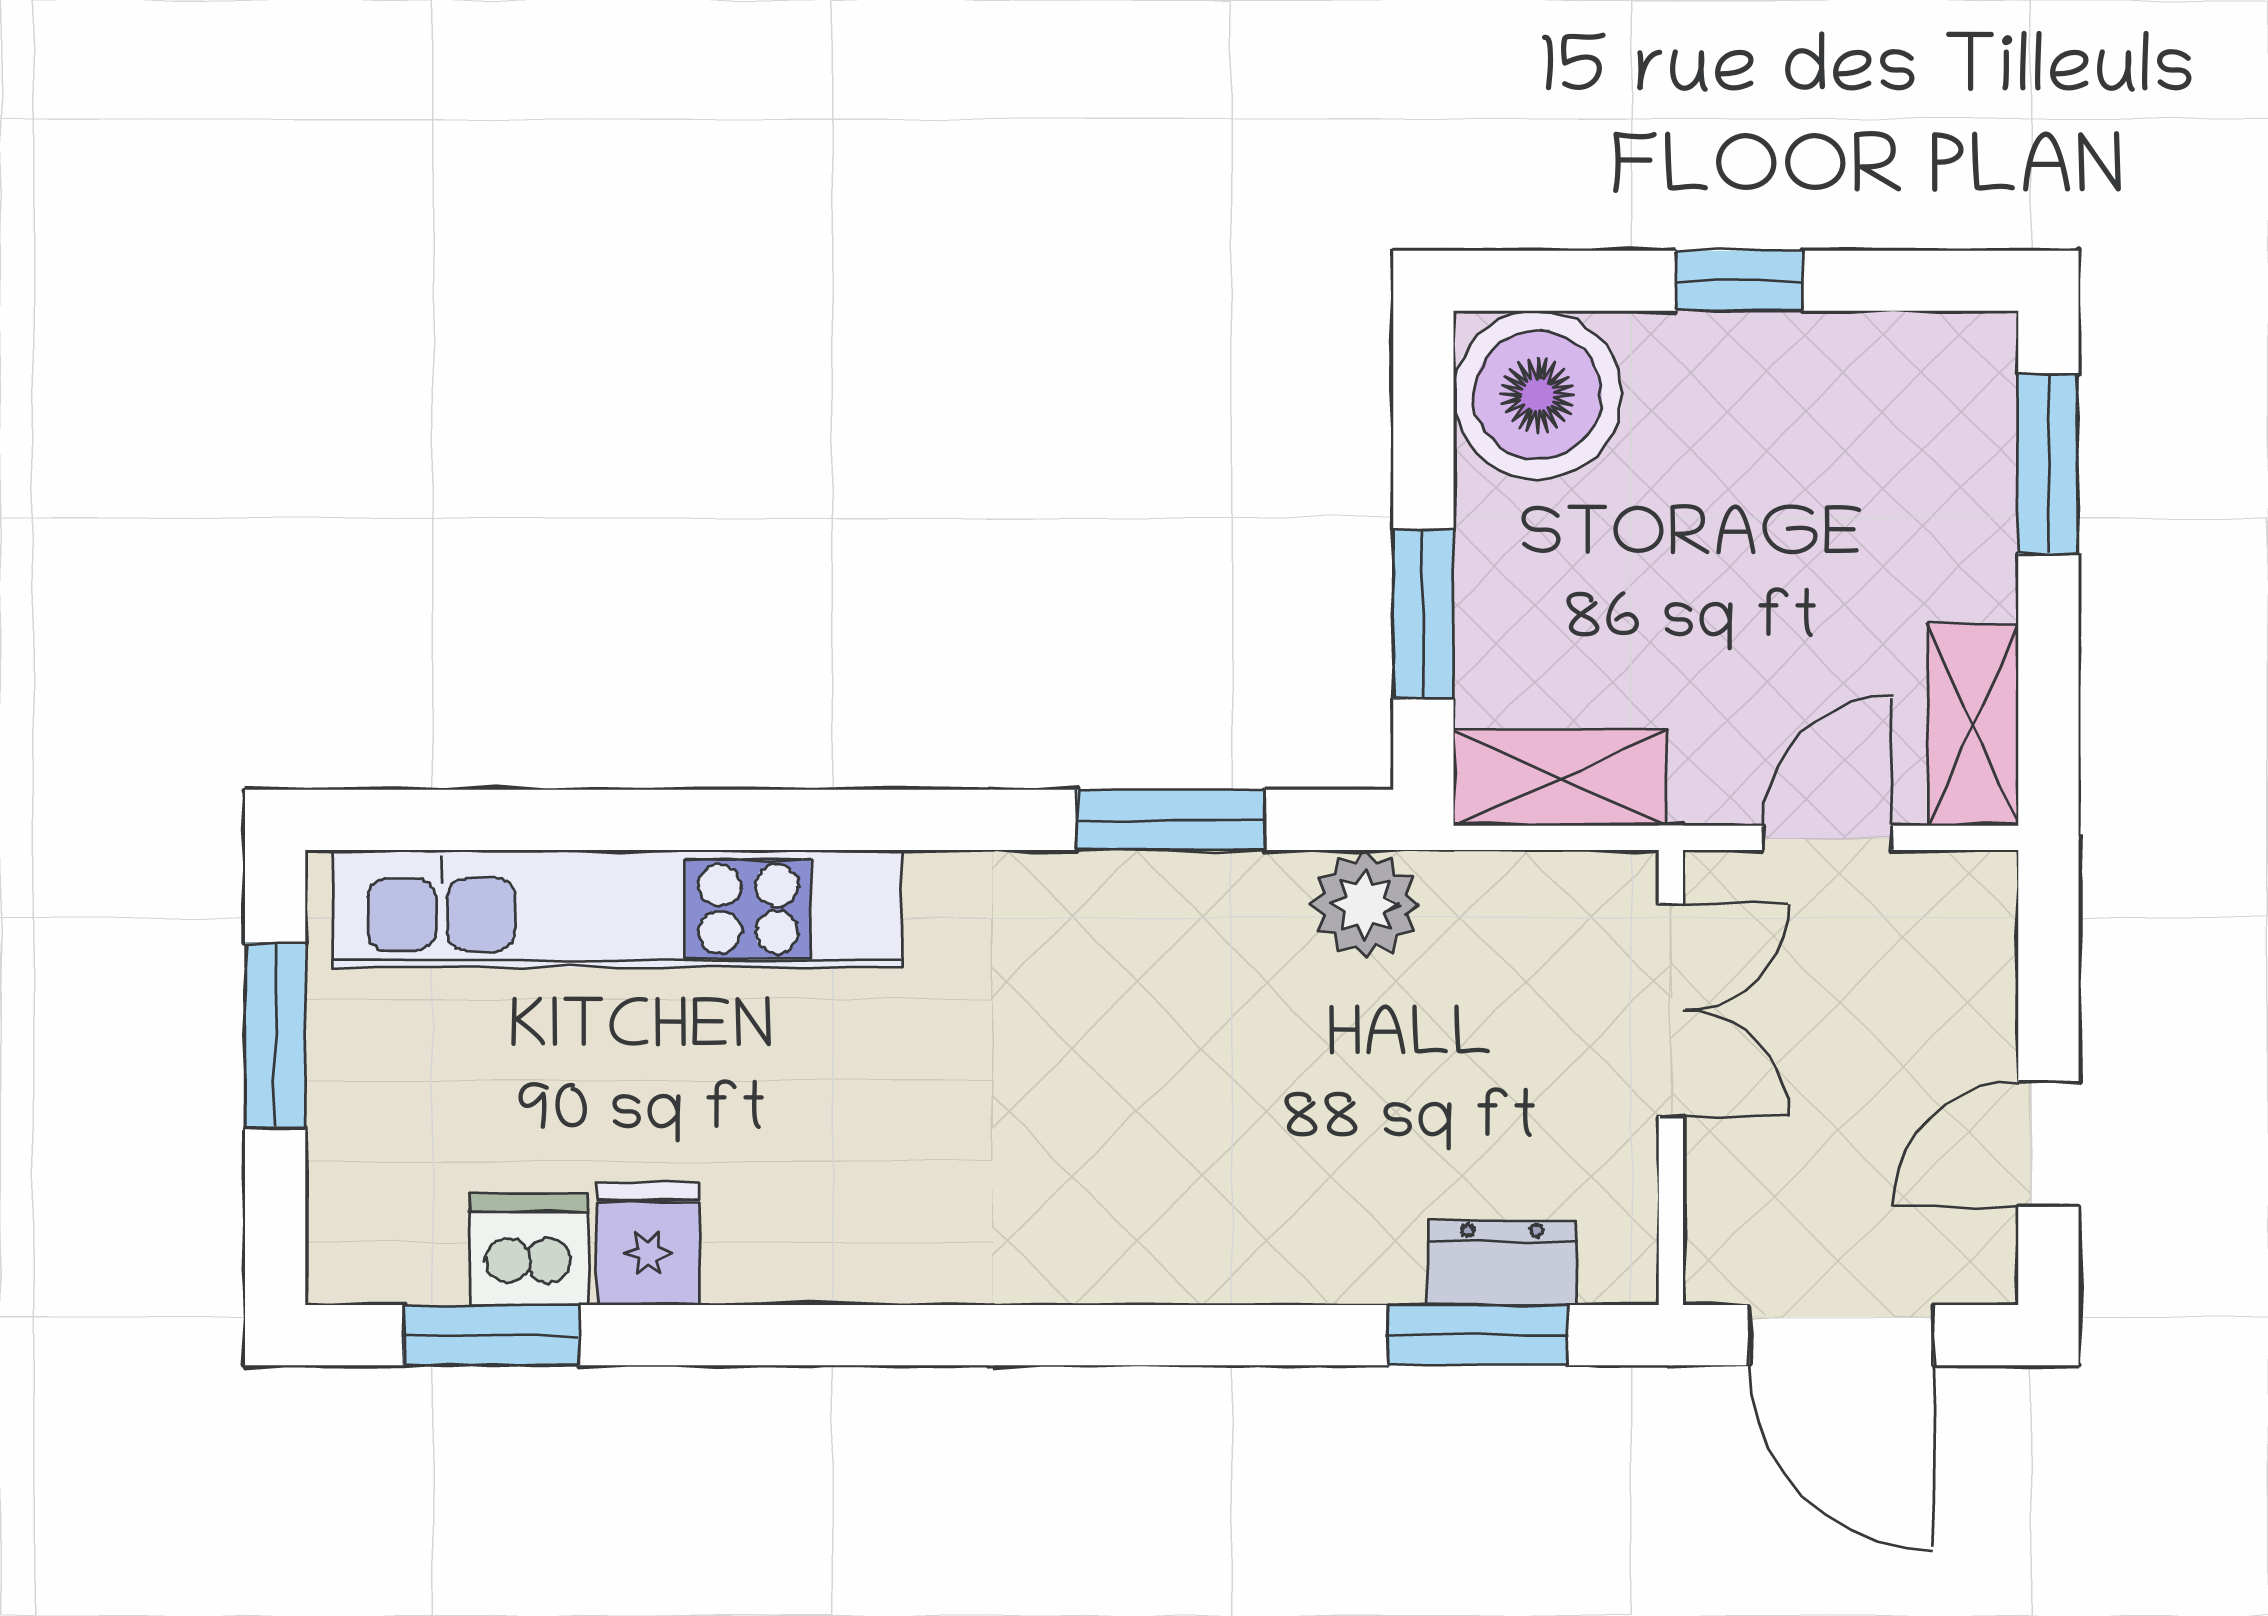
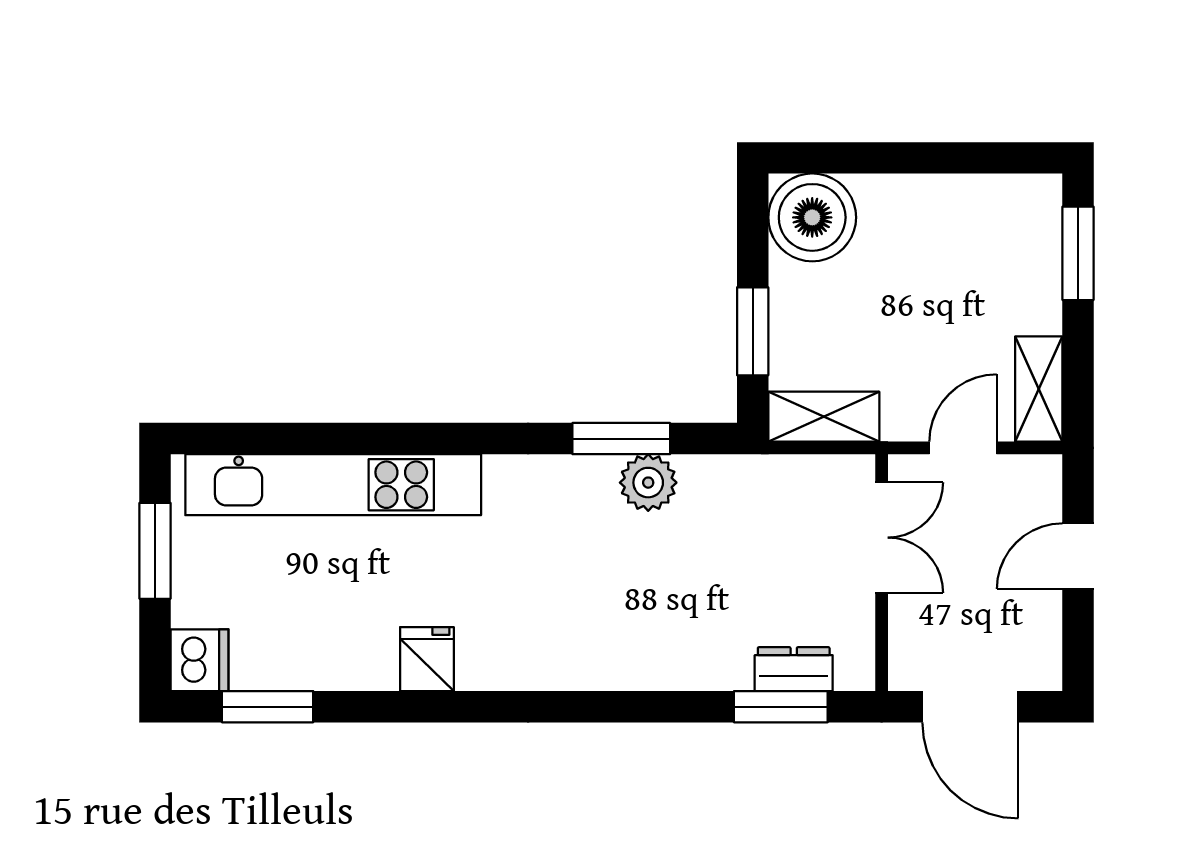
window: (1739, 281) -> (917, 158), removed
plant: (1365, 904) -> (648, 483), moved
door: (2048, 1144) -> (1078, 556), moved
fridge: (648, 1244) -> (427, 659), moved
dishwasher: (529, 1250) -> (200, 660), moved, turned 90

